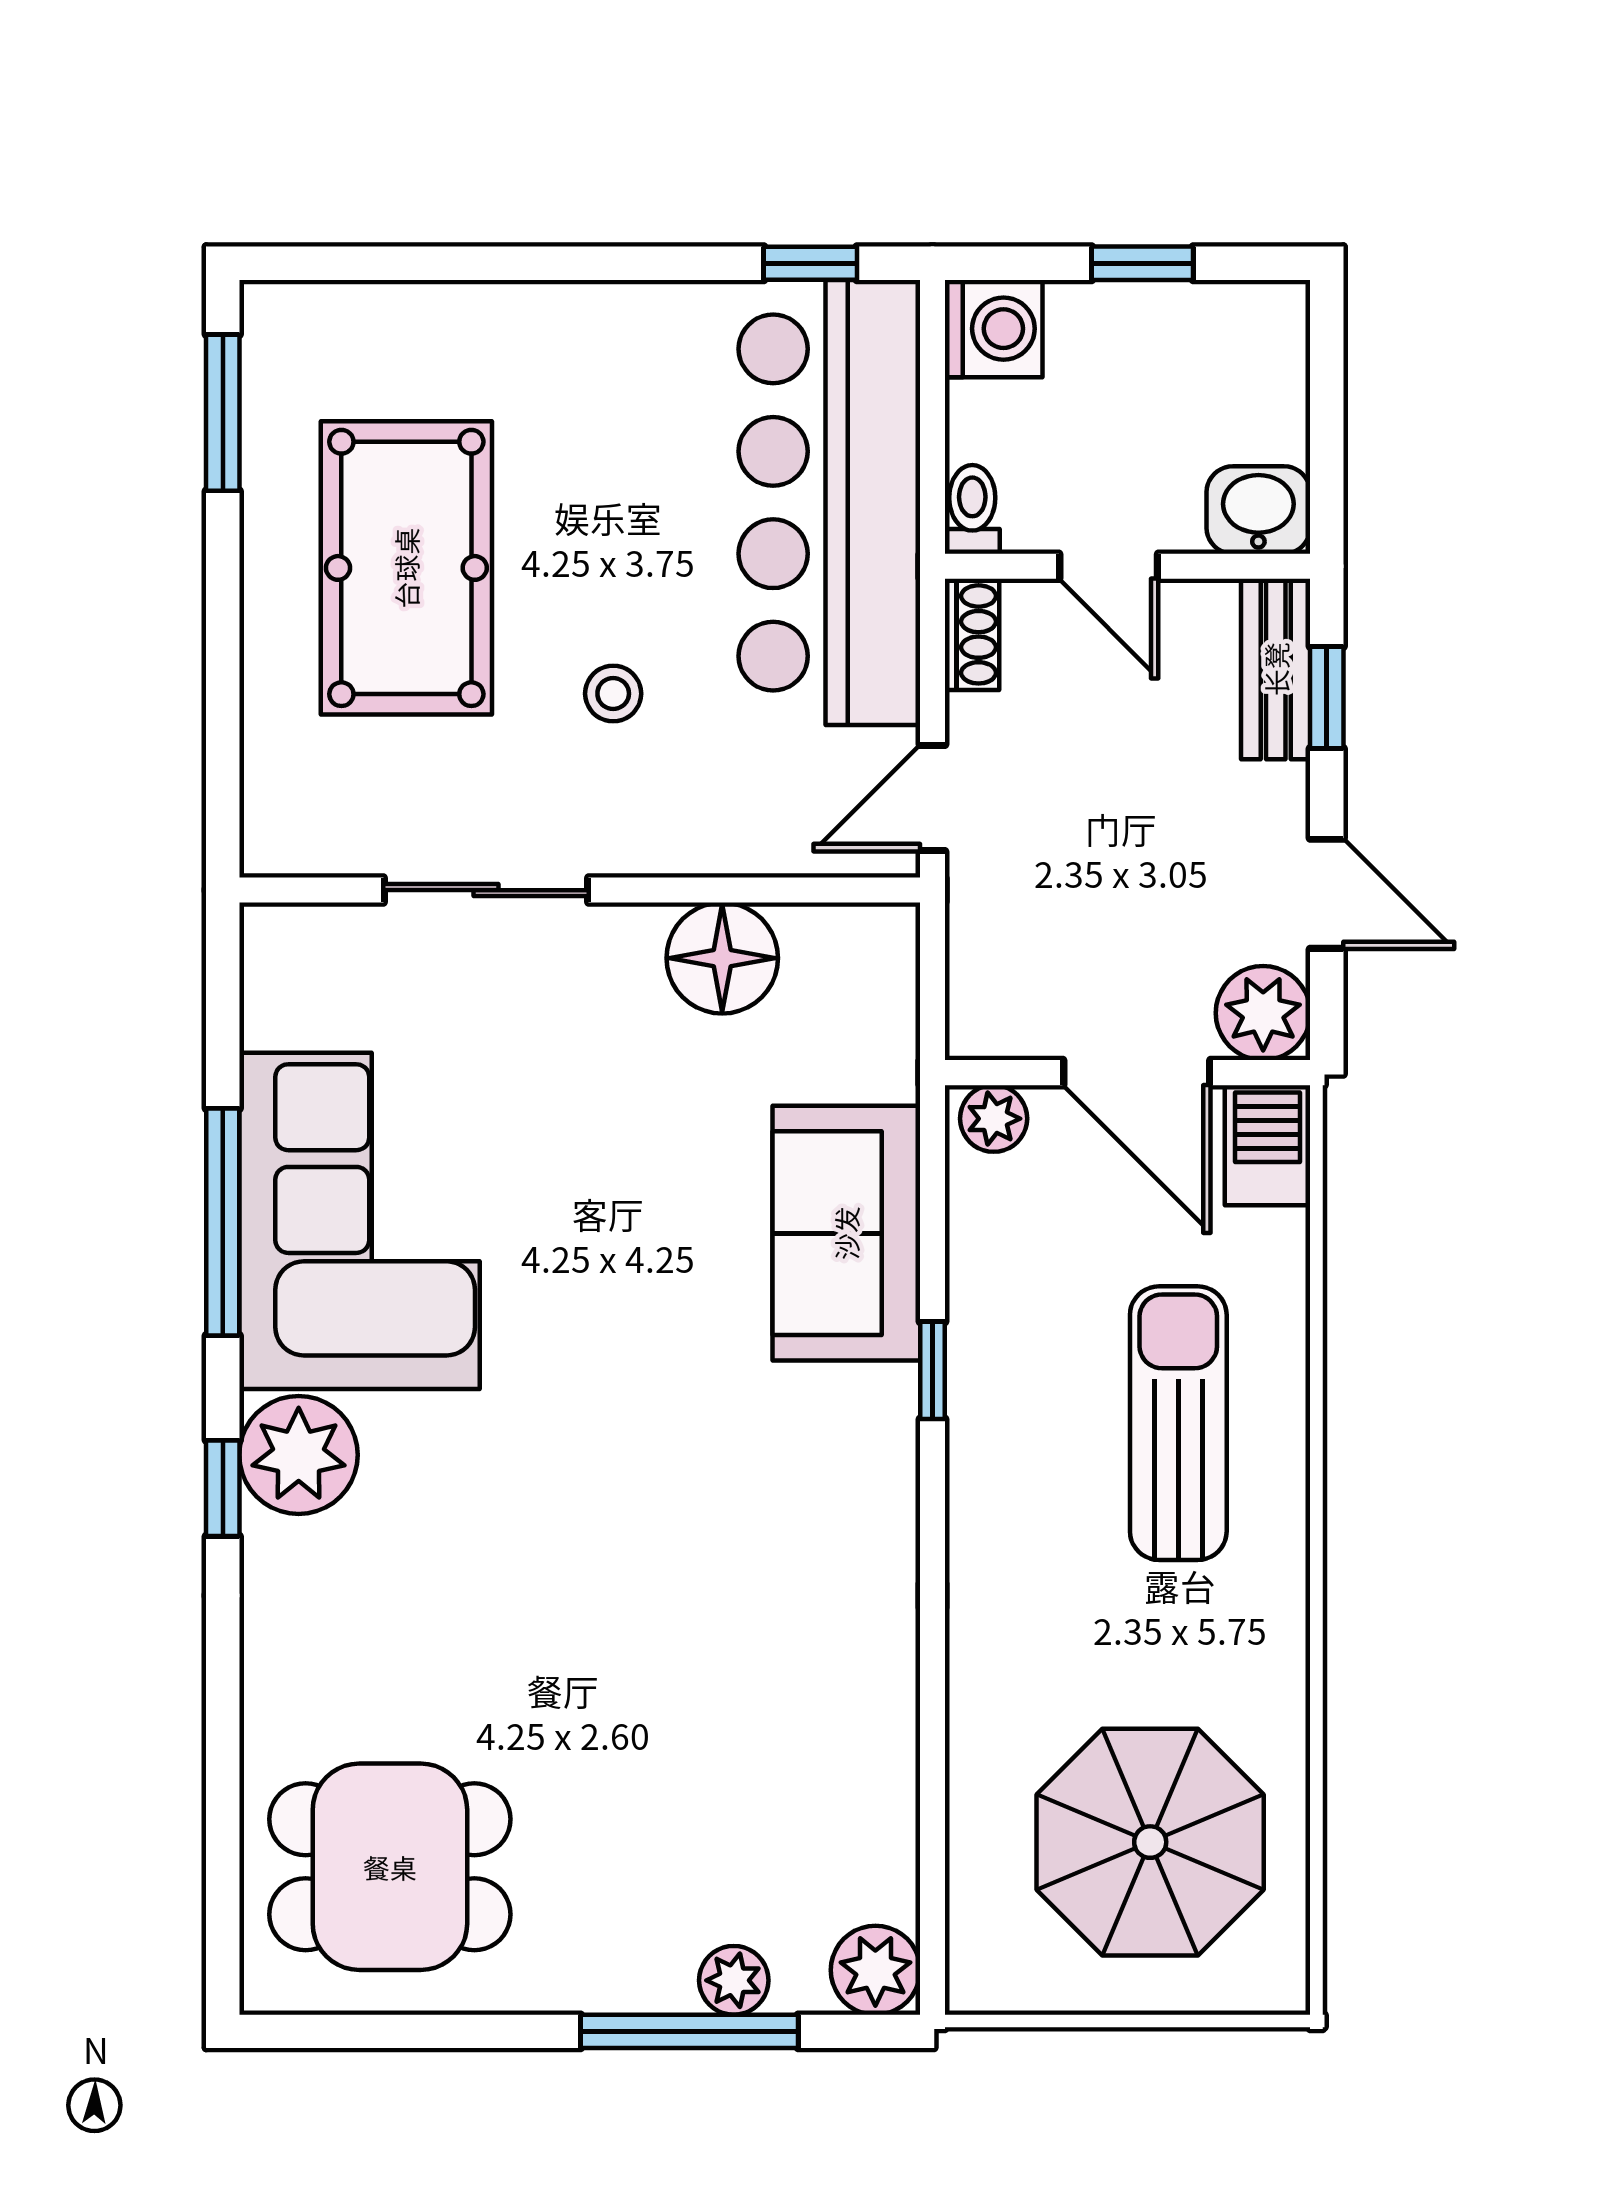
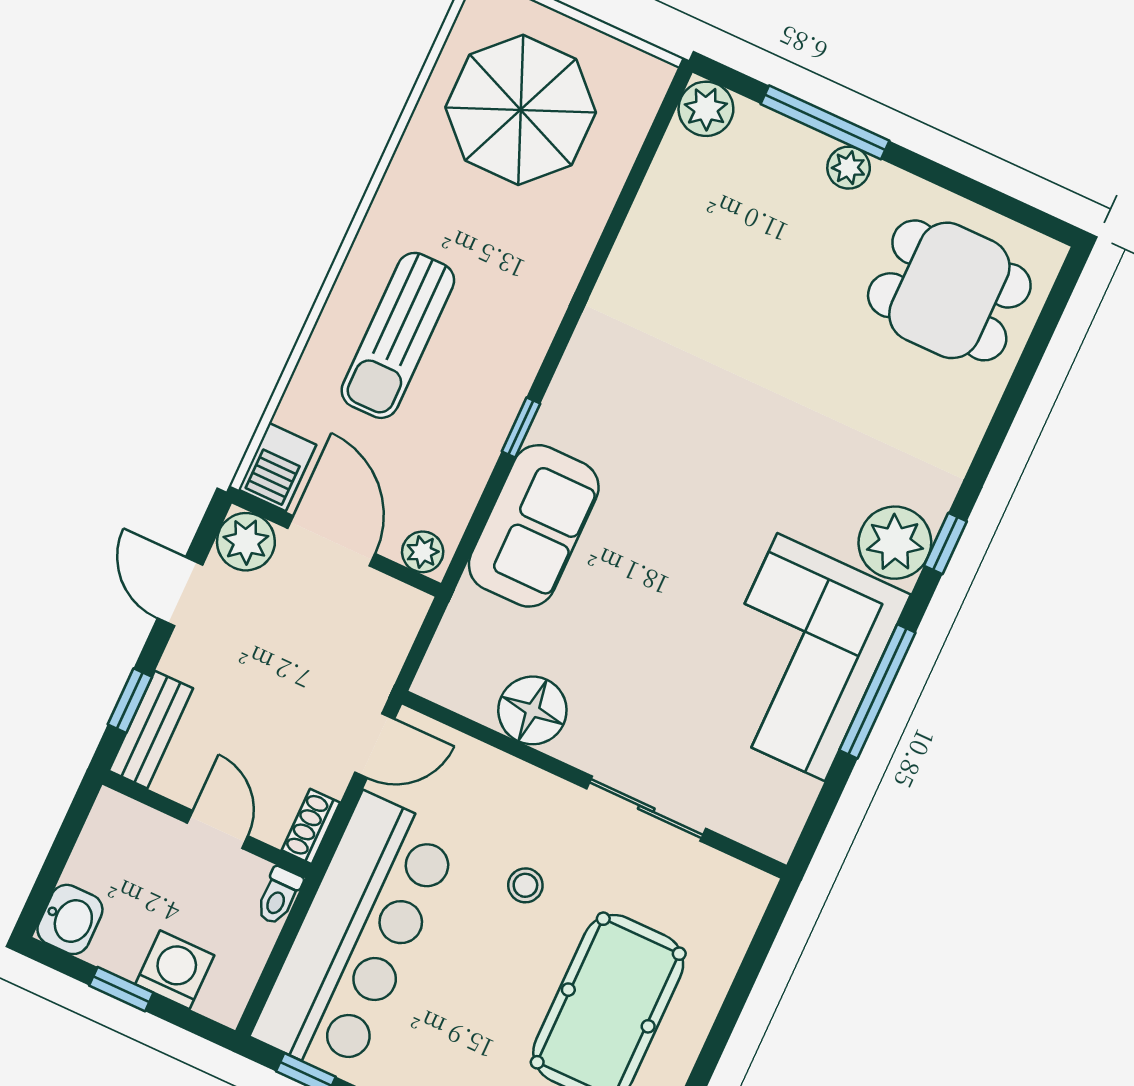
washing machine: (994, 329) -> (175, 970), moved, turned 90
washbasin: (1258, 510) -> (70, 919), moved, turned -90
plant: (734, 1980) -> (849, 168), moved

